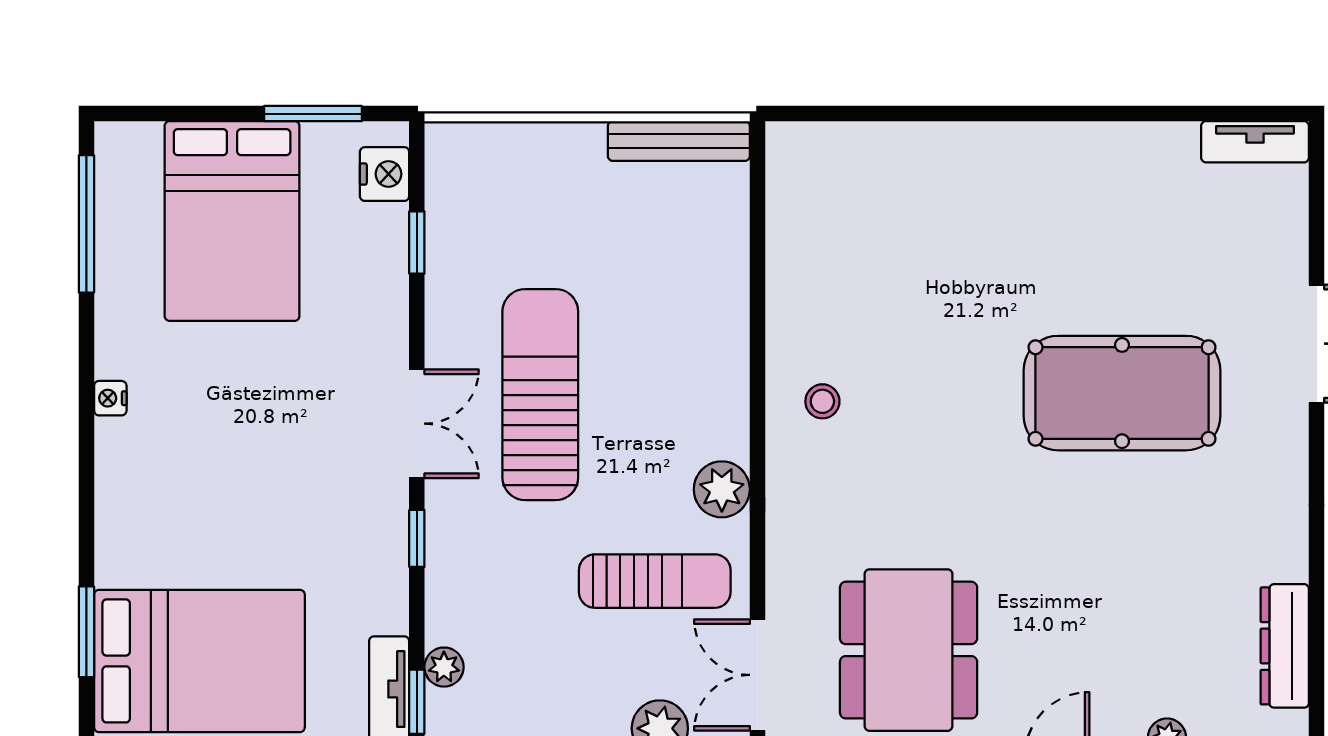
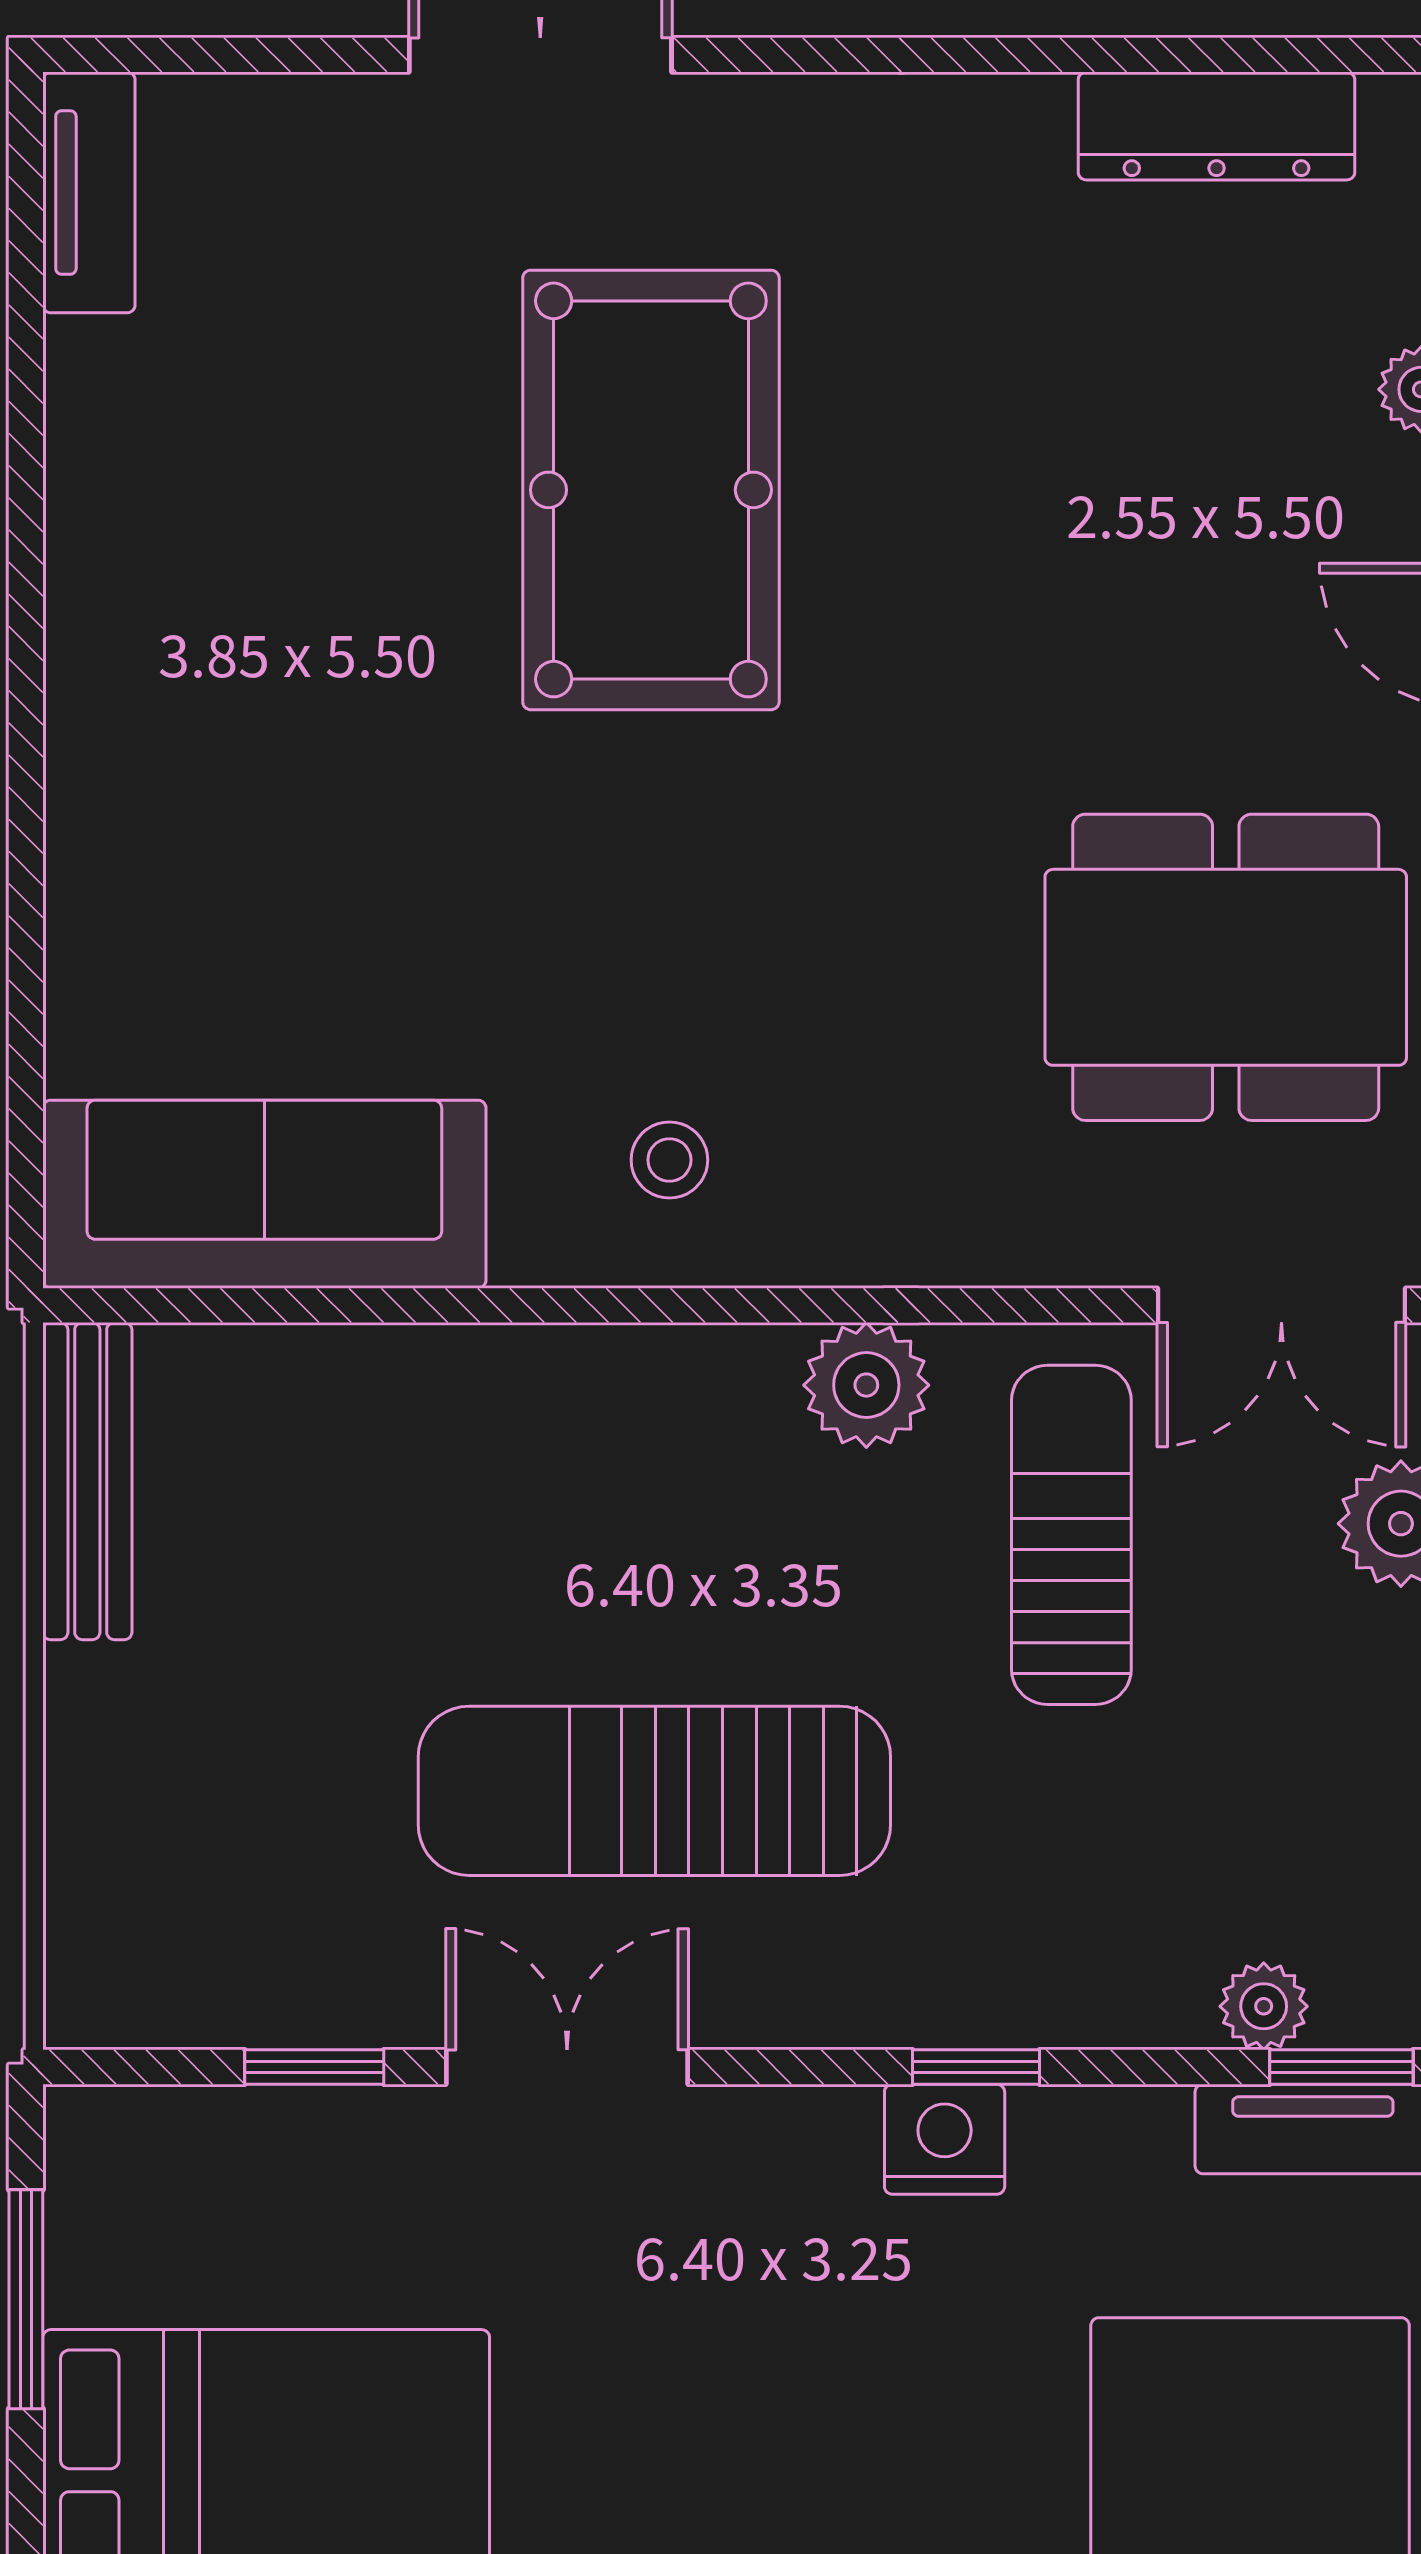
nightstand: (385, 174) -> (945, 2139), moved
sofa: (807, 220) -> (264, 1194), added
double door: (417, 424) -> (567, 2067), moved

